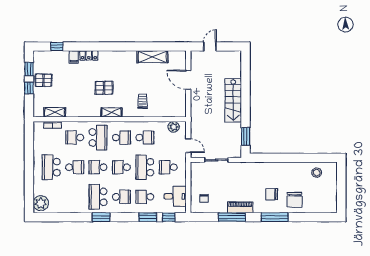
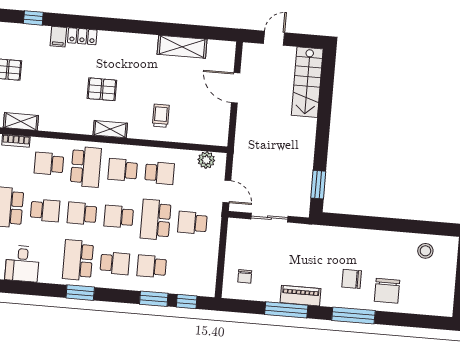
stairs: (233, 100) -> (307, 82), moved
school desk: (121, 138) -> (123, 170), turned 180
desk: (175, 196) -> (22, 264), moved, turned 90

